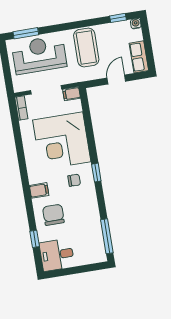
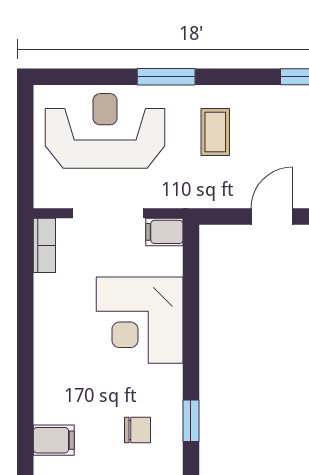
window: (26, 33) -> (166, 77), moved
coffee table: (86, 47) -> (215, 132), width x0.54, depth x0.58
corner desk: (62, 141) -> (140, 320), width x0.74, depth x0.74

